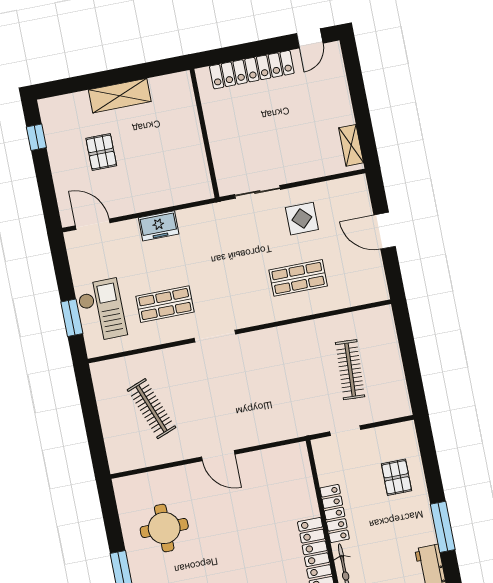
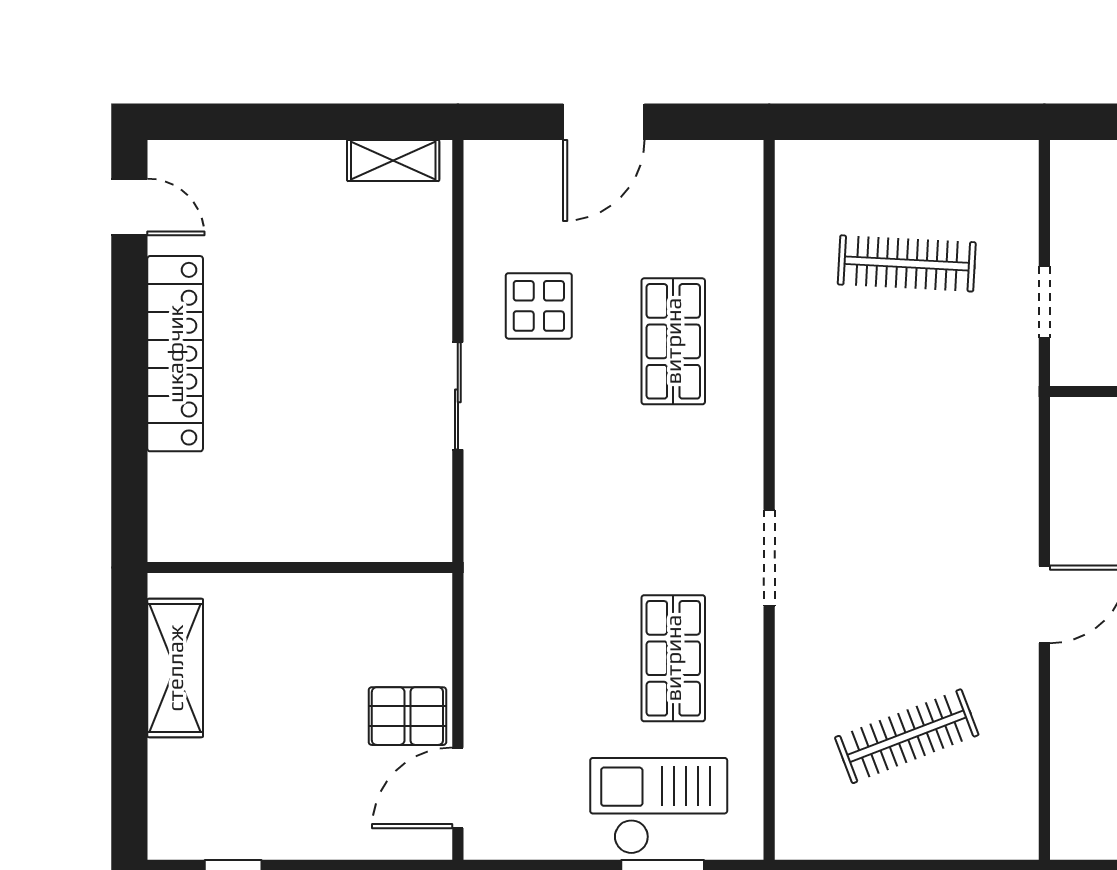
wall: (205, 133) -> (300, 567), moved
pallet: (101, 152) -> (407, 716), moved
freezer: (159, 226) -> (491, 638), removed

